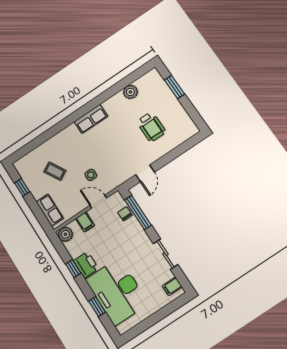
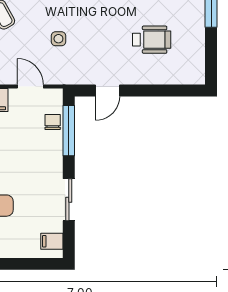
wheelchair: (151, 127) -> (152, 40), turned -90
side table: (91, 175) -> (58, 39), moved

